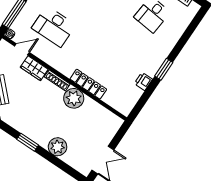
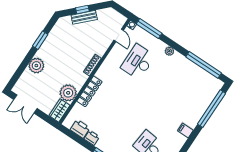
wardrobe: (34, 68) -> (59, 110), moved
printer: (132, 95) -> (80, 129), added
plant: (74, 98) -> (68, 93), moved

